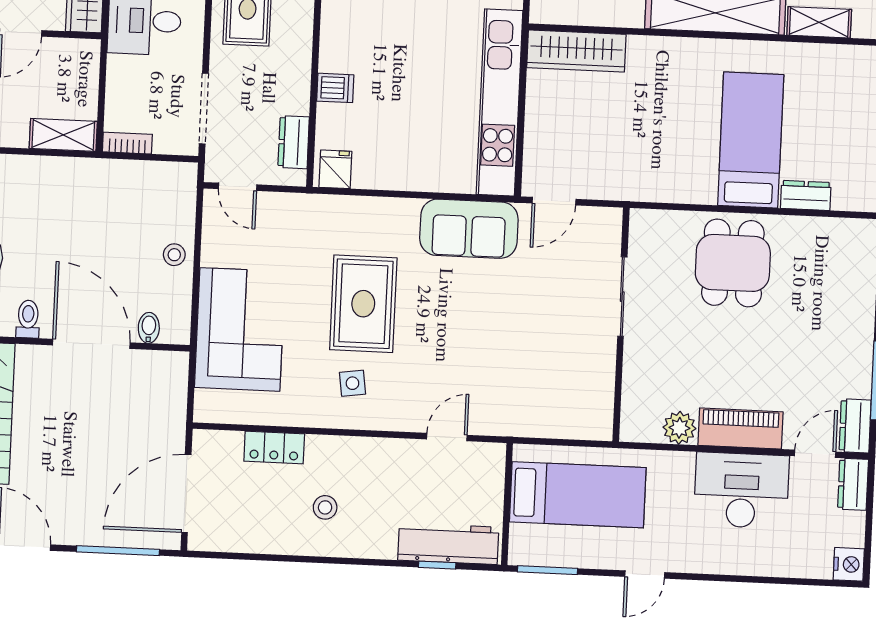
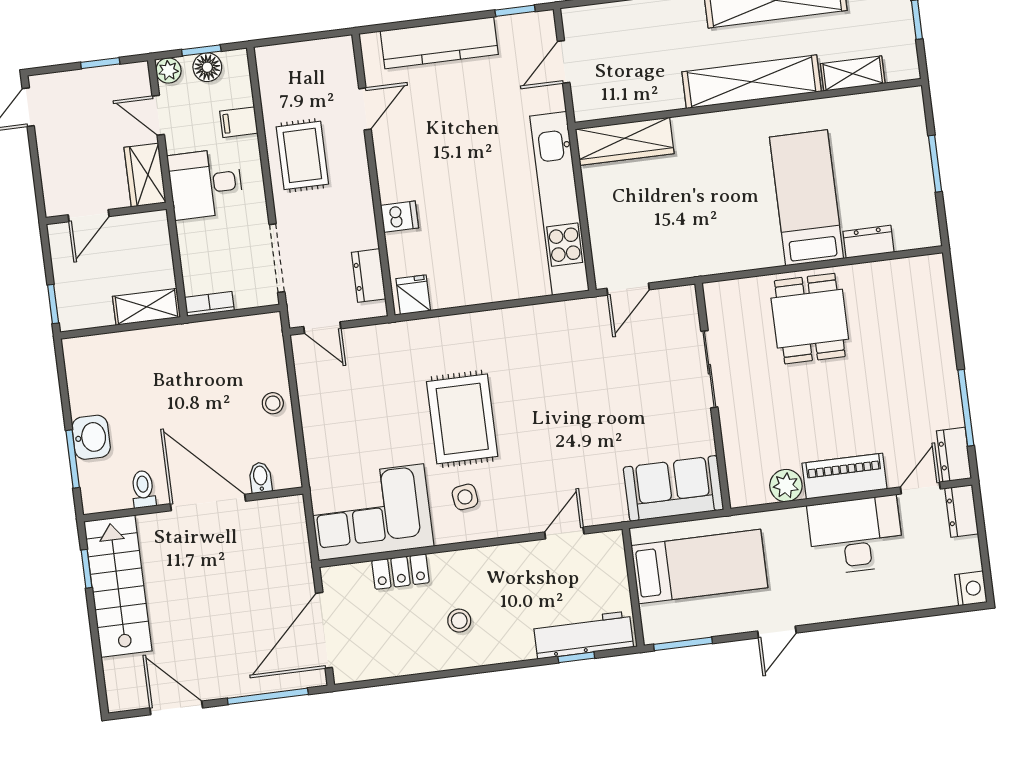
sofa: (469, 229) -> (674, 488), moved, turned 180
corner sofa: (240, 329) -> (371, 512), moved, turned -90

